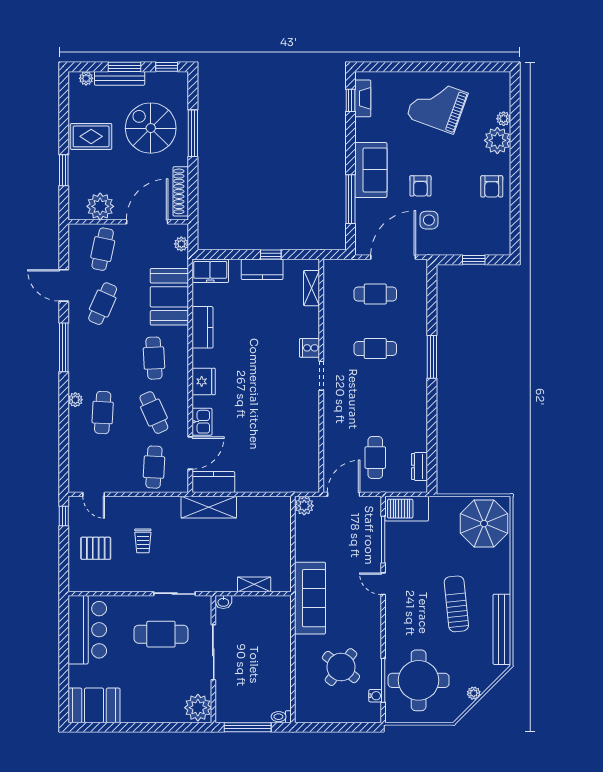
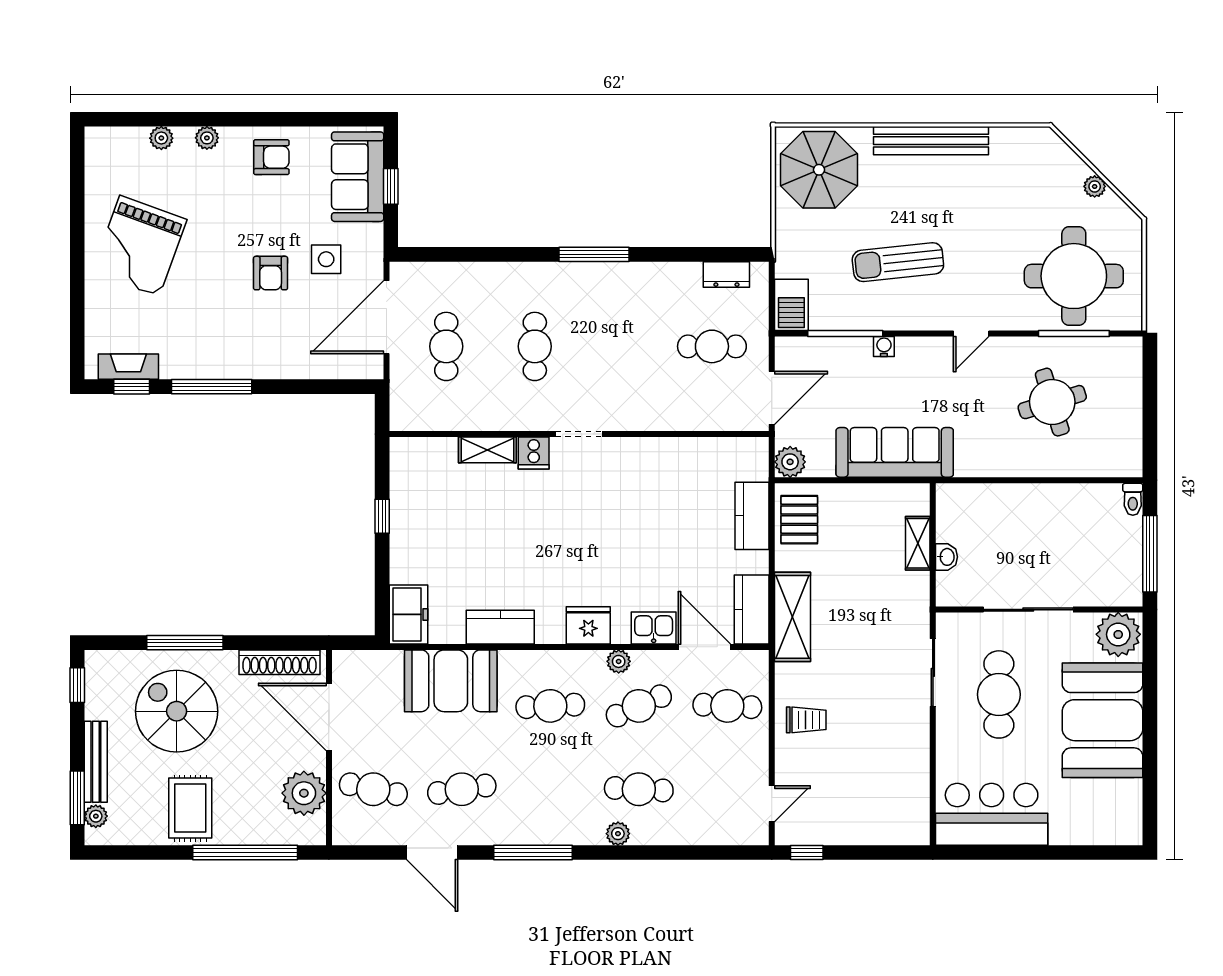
window: (125, 67) -> (77, 798), moved
spiral stairs: (151, 128) -> (177, 711), turned 90
plant: (497, 140) -> (207, 138), width x0.53, depth x0.53
window: (64, 170) -> (245, 853), width x2.11
sofa: (371, 170) -> (358, 177), moved, turned -90
armchair: (420, 186) -> (271, 273), turned 90
window: (350, 199) -> (212, 387), moved
plant: (181, 244) -> (619, 661), moved
door: (393, 257) -> (386, 317), hinge flipped
kitchen counter: (262, 269) -> (752, 516), moved, turned 180
door: (64, 285) -> (432, 853), hinge flipped
shelving: (312, 288) -> (487, 450), moved
cafe table: (103, 304) -> (462, 789), turned -33
window: (432, 357) -> (594, 254), moved
door: (344, 494) -> (772, 398), swing flipped
barbecue: (407, 509) -> (791, 305), width x0.73, depth x0.83
trolley: (143, 541) -> (806, 720), moved
pallet: (96, 548) -> (799, 520), moved
door: (383, 584) -> (971, 333), moved
sofa: (310, 598) -> (895, 452), moved
washbasin: (223, 602) -> (946, 557), moved
sun lounger: (456, 604) -> (898, 262), moved
bench: (502, 629) -> (931, 141), moved
round table: (341, 667) -> (1052, 402), turned 35
water cooler: (375, 696) -> (884, 347), moved
booth: (94, 705) -> (1103, 720), moved, width x1.36, depth x1.42

